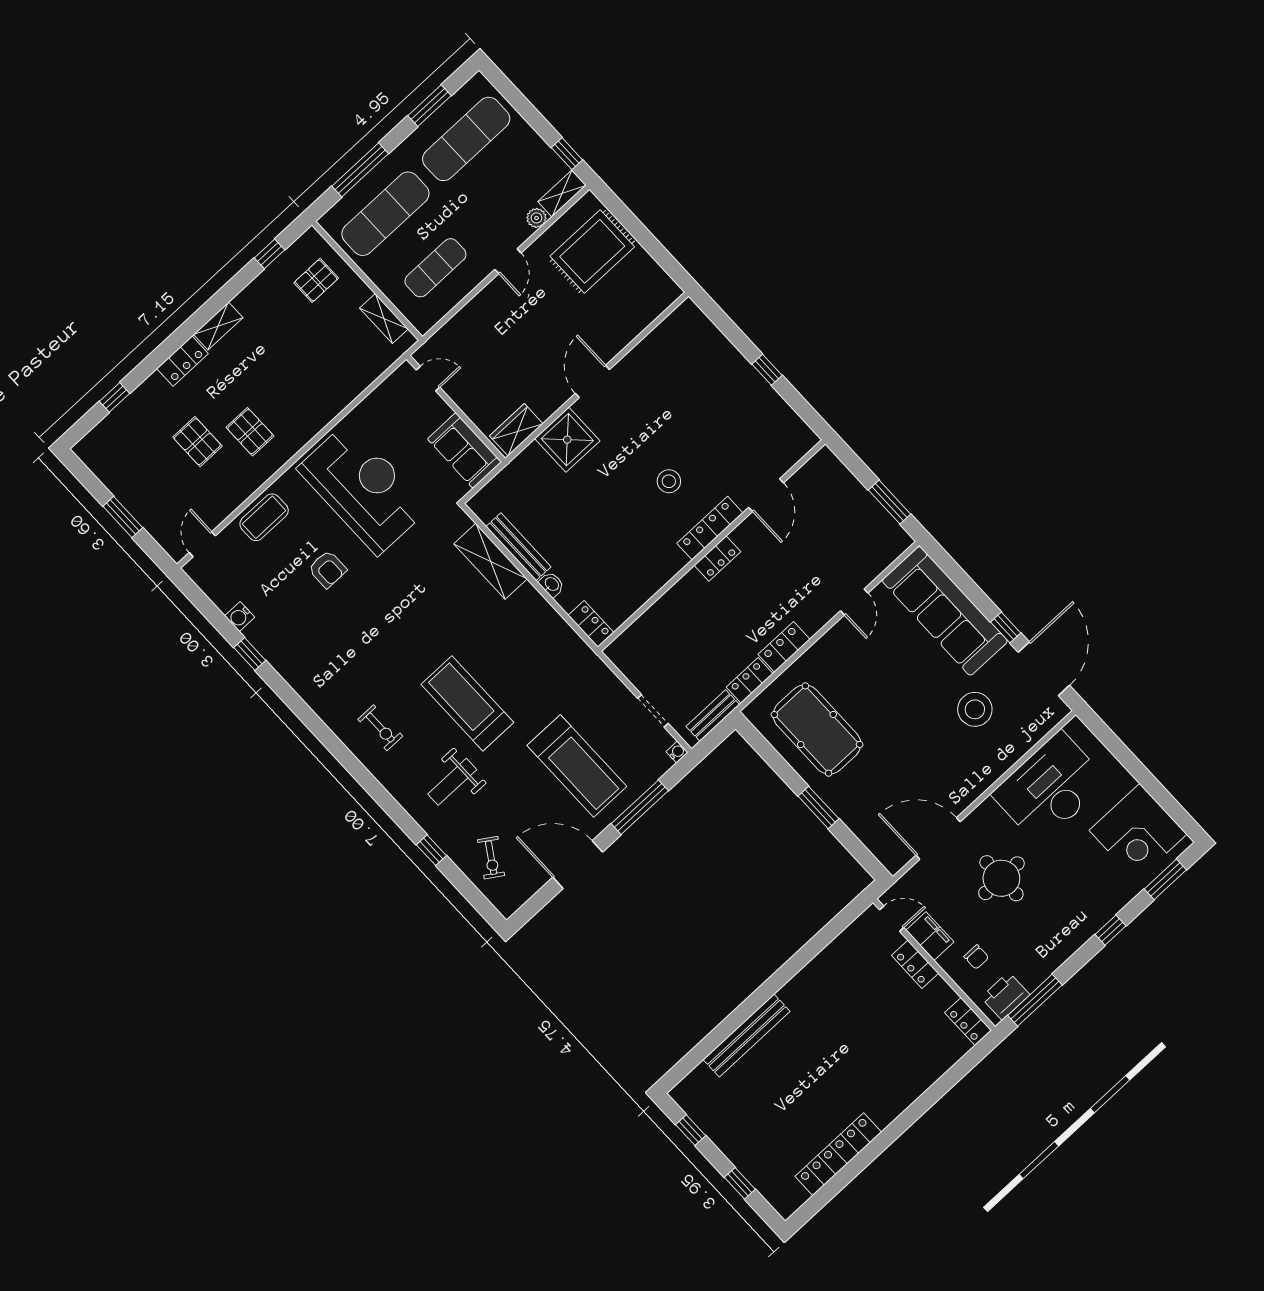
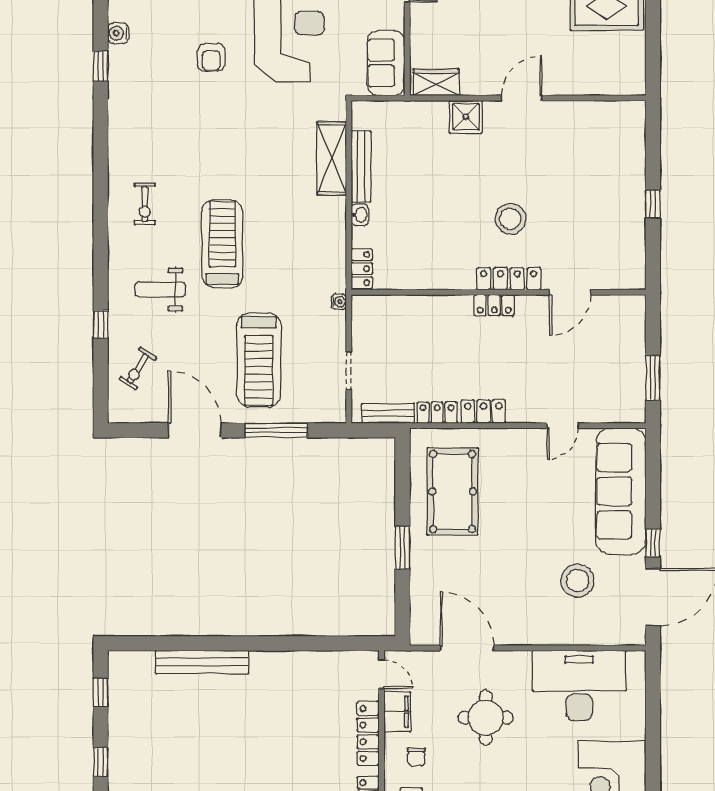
shower: (567, 440) -> (466, 117), width x0.73, depth x0.73
stool: (669, 481) -> (510, 219), width x1.38, depth x1.38
water cooler: (677, 752) -> (339, 302), moved
locker: (915, 964) -> (368, 733), width x1.53

